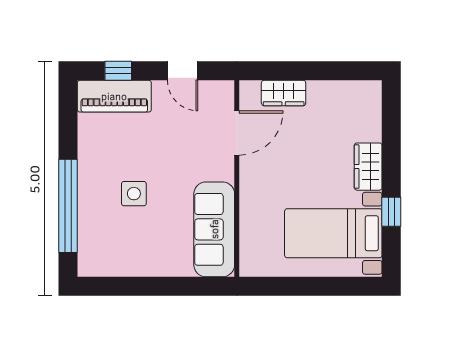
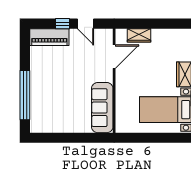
window: (118, 71) -> (62, 24), moved
side table: (134, 194) -> (60, 89), removed

